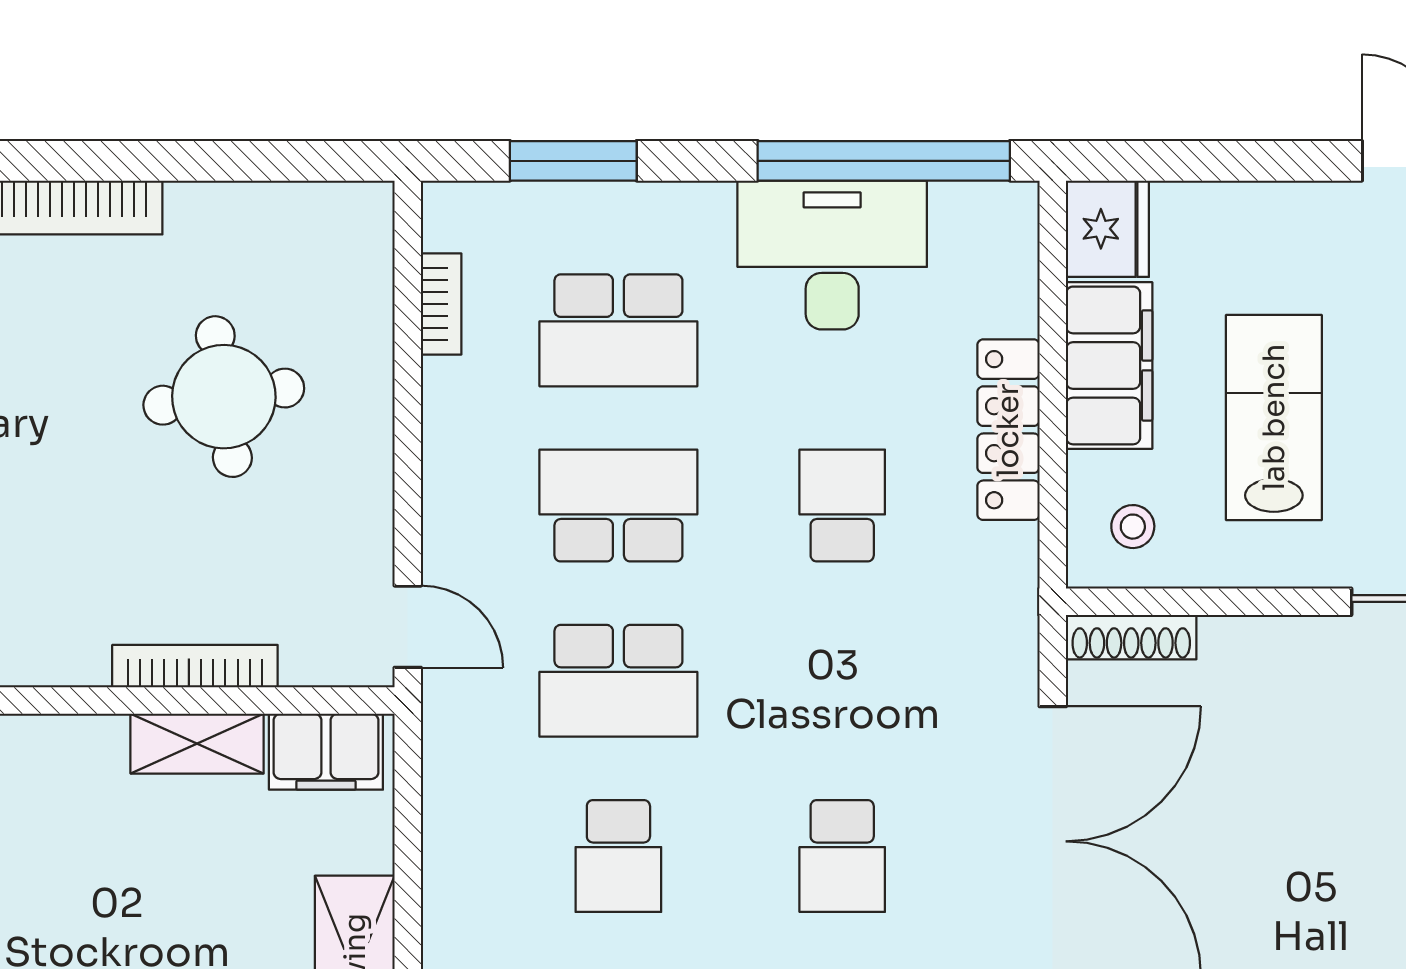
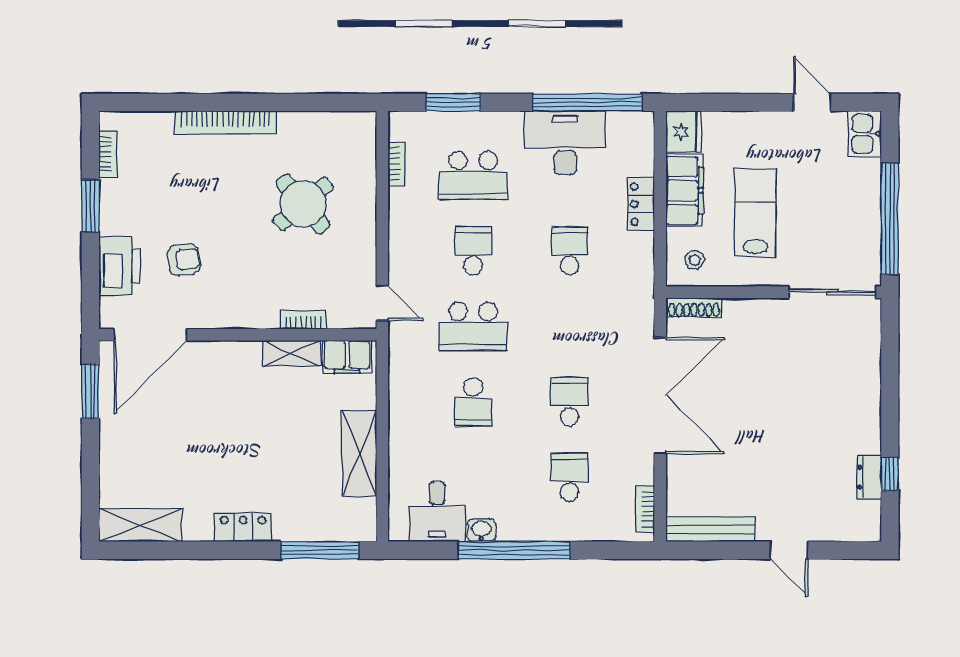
round table: (224, 397) -> (303, 204), turned -32
locker: (1008, 430) -> (641, 204), width x0.66
school desk: (618, 506) -> (473, 251), width x0.54
bookcase: (195, 666) -> (303, 320), width x0.64
school desk: (842, 856) -> (569, 402), turned 180

